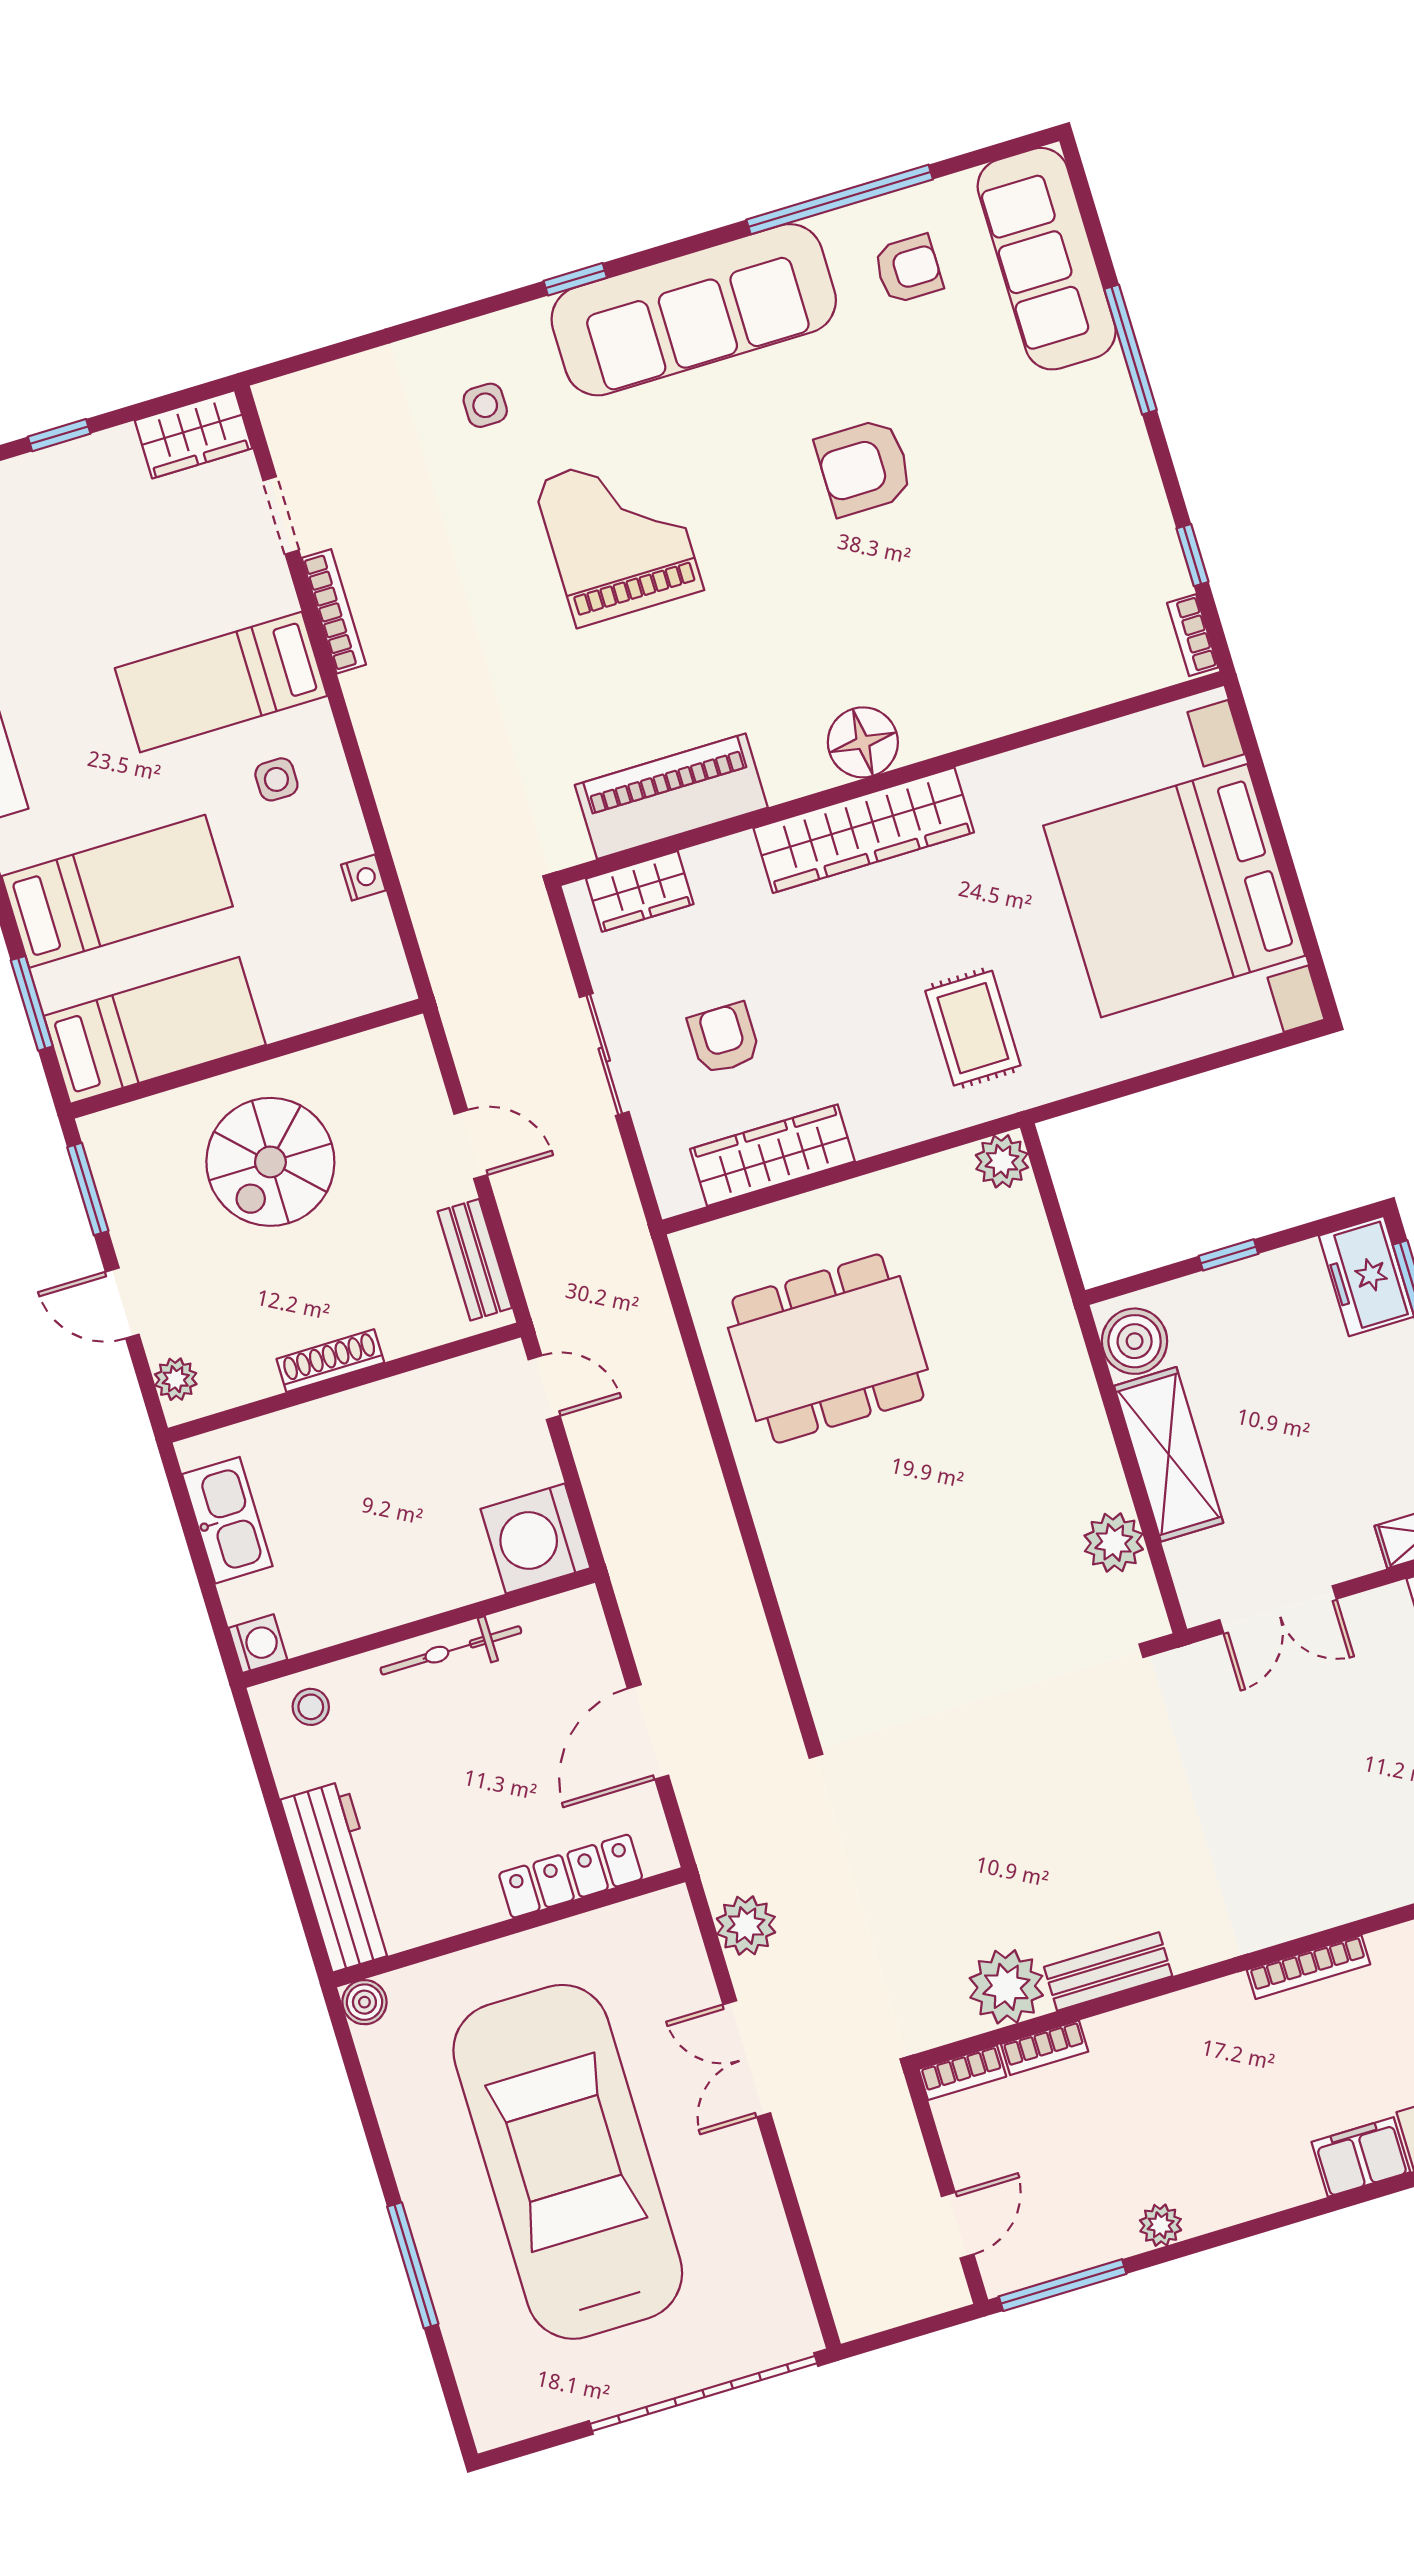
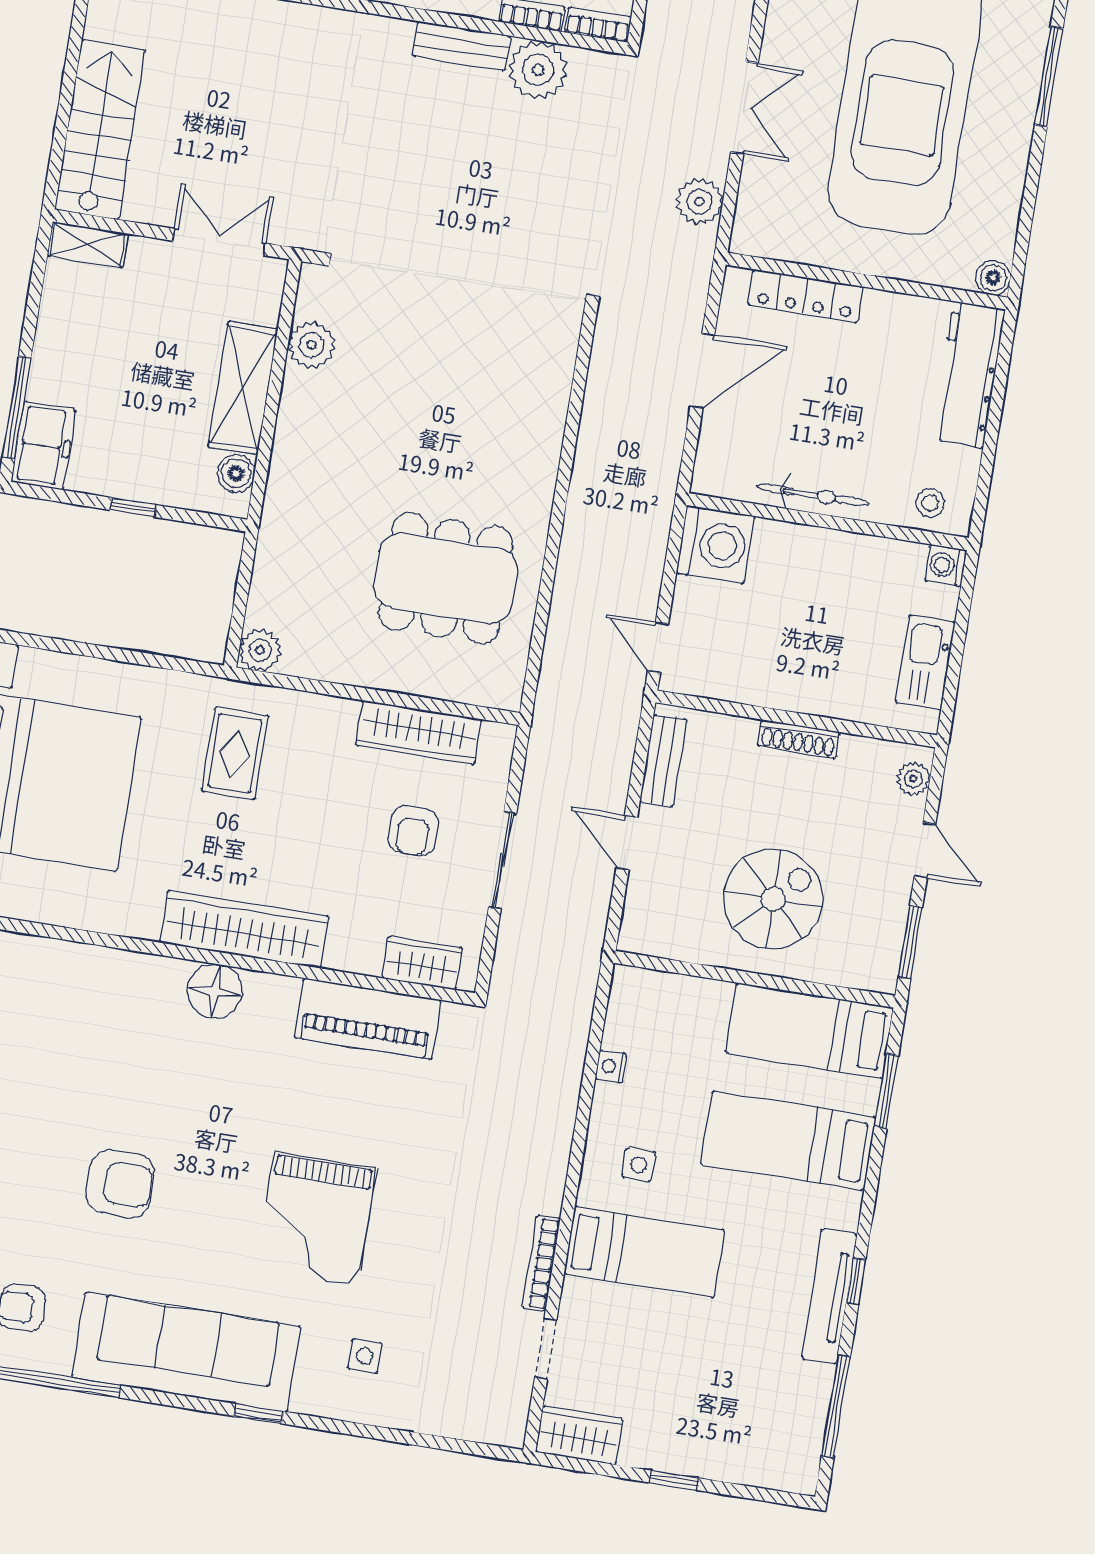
boiler: (1135, 1341) -> (236, 473), width x0.73, depth x0.73

